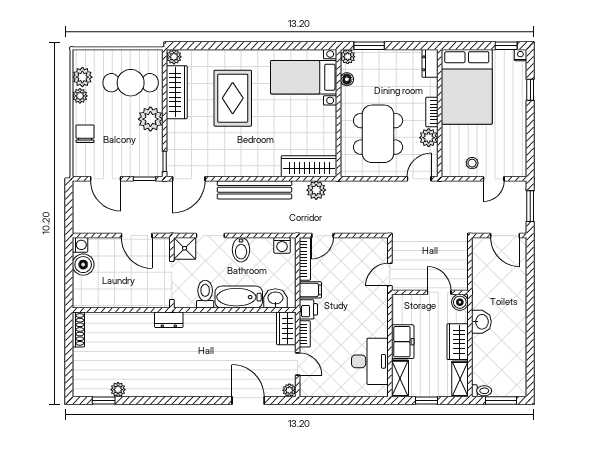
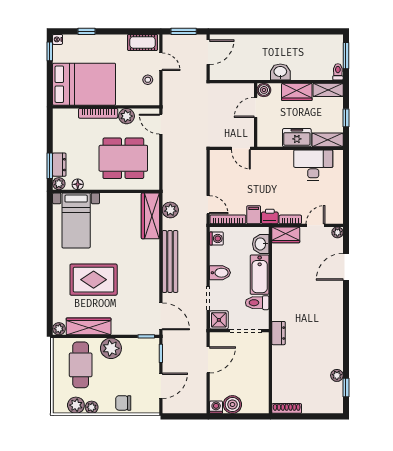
dresser: (430, 63) -> (59, 165), moved, turned -90
bookcase: (432, 112) -> (98, 113), width x1.56
cot: (517, 157) -> (143, 42), added

